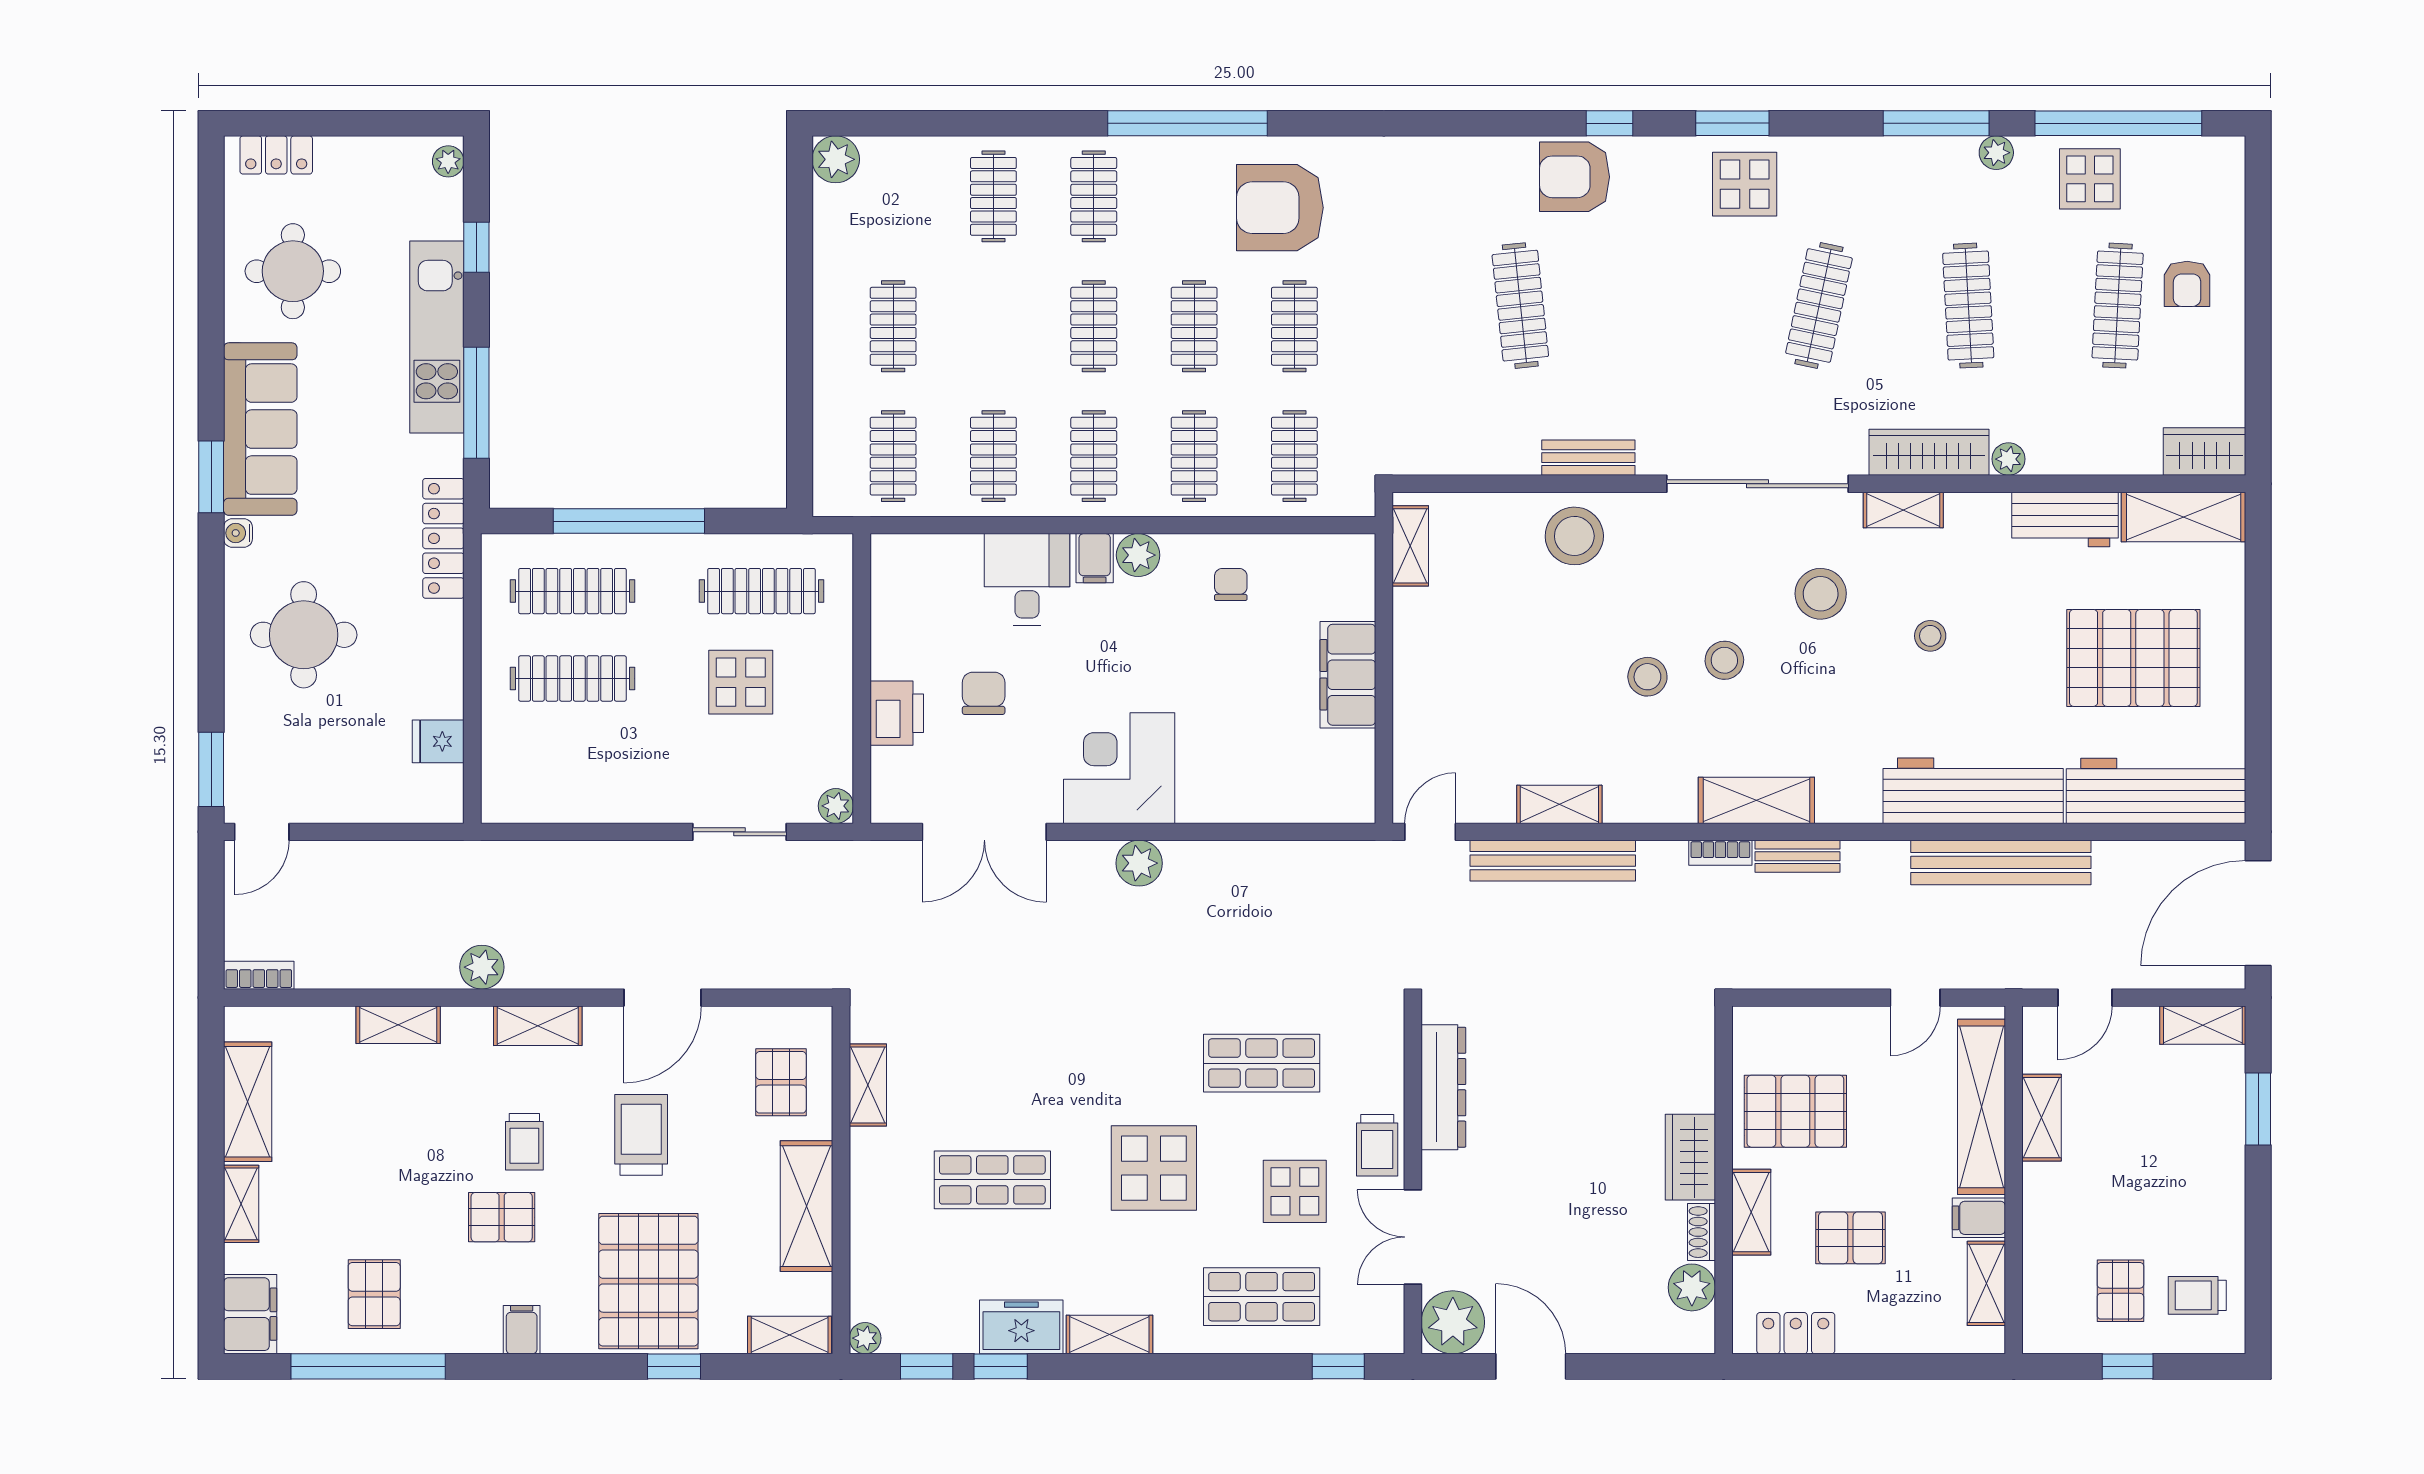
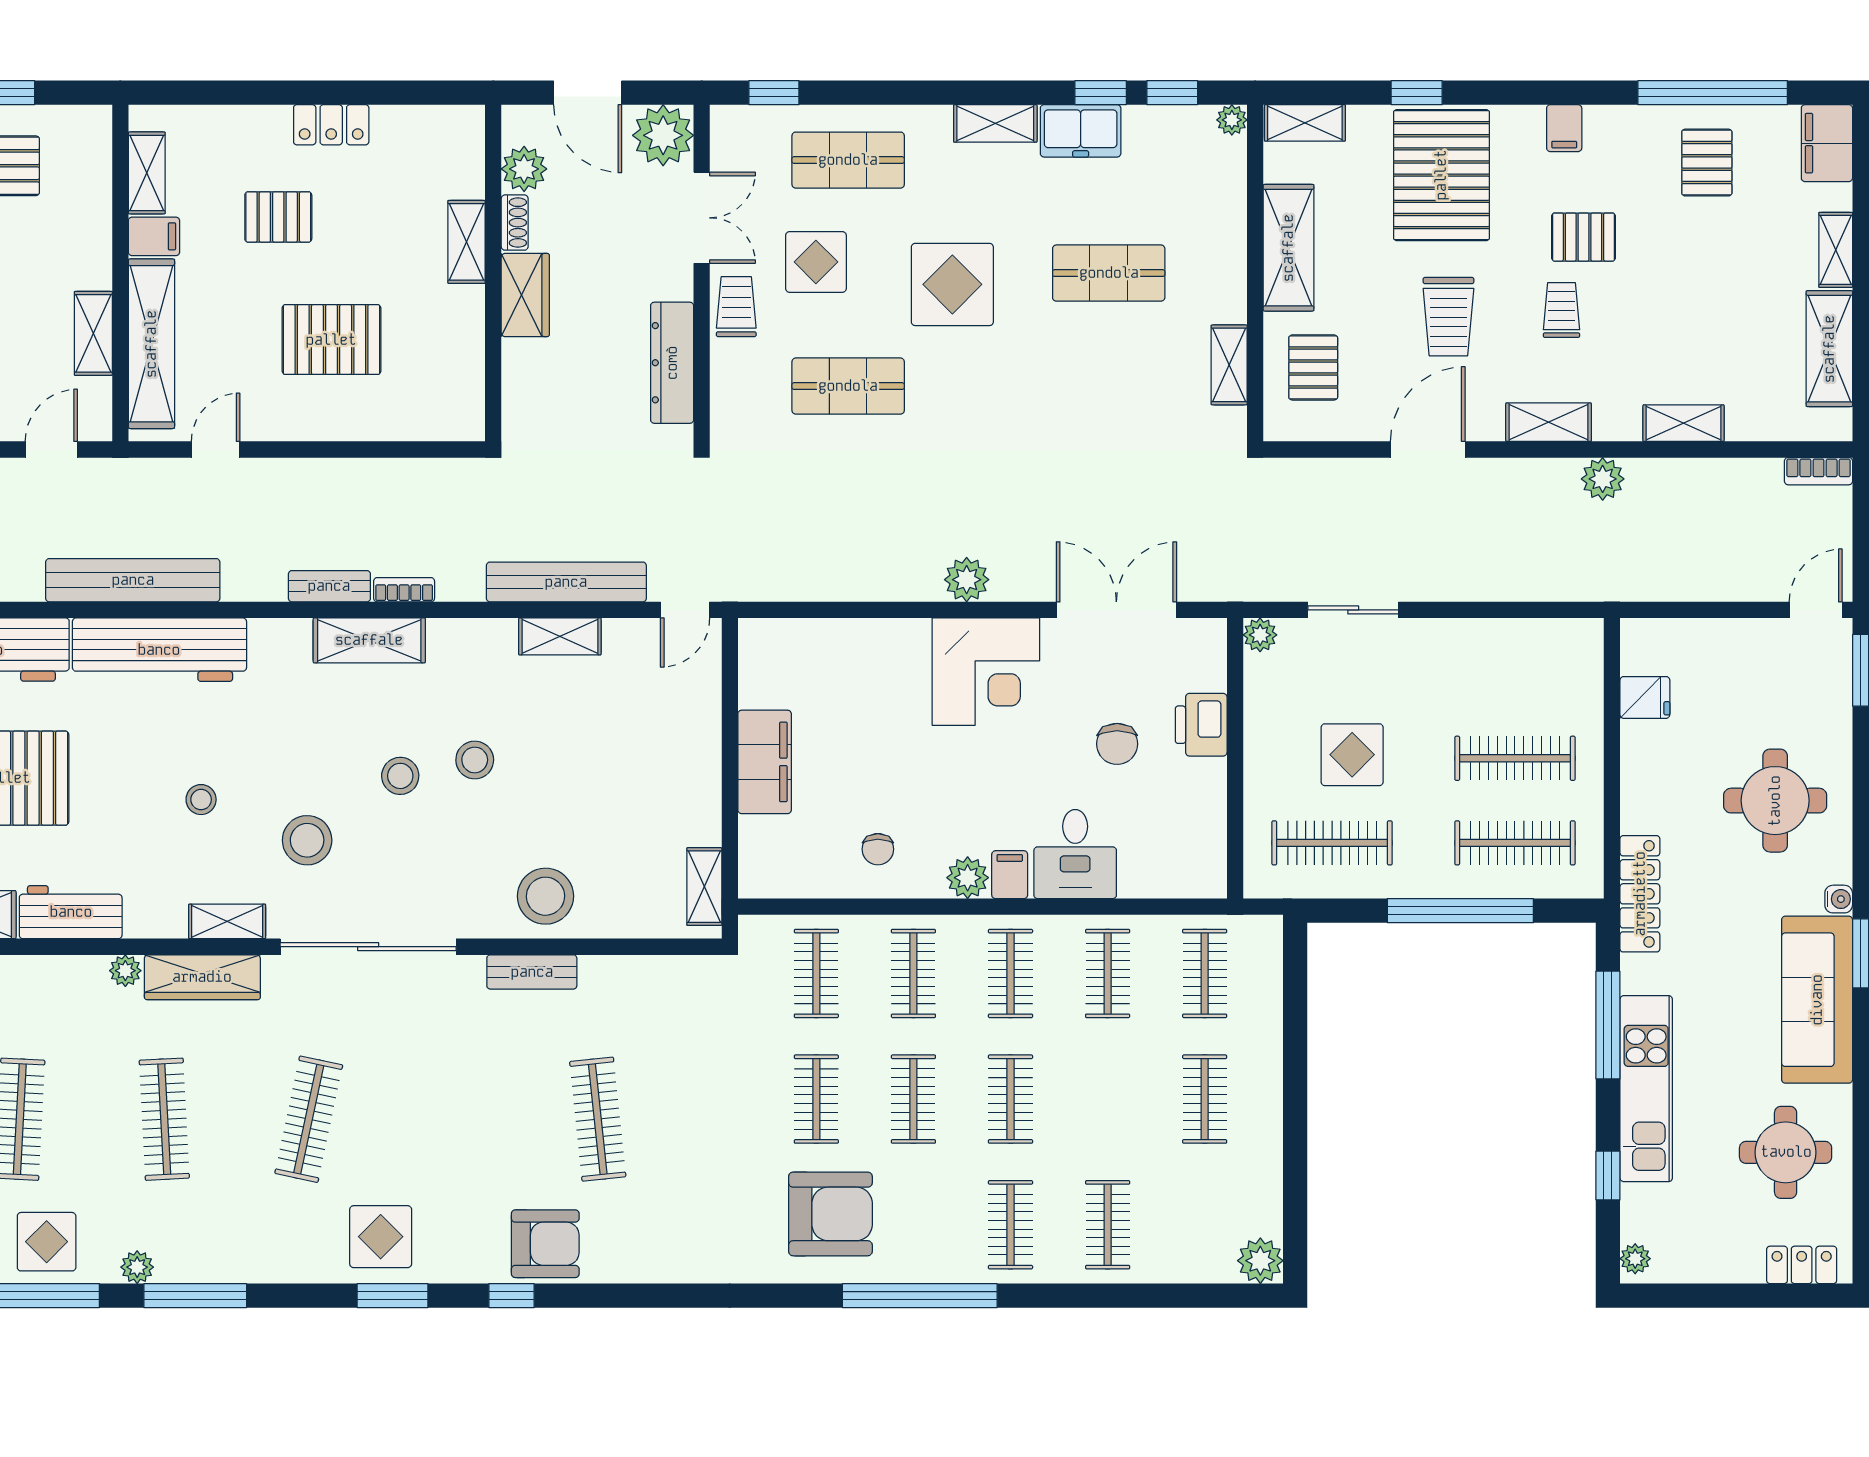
wardrobe: (1690, 1157) -> (525, 295), moved
wall: (1724, 1180) -> (493, 273), moved
shelving: (1751, 1212) -> (467, 242), moved
shoe rack: (1701, 1232) -> (515, 223), moved
plant: (1692, 1287) -> (524, 169), moved

